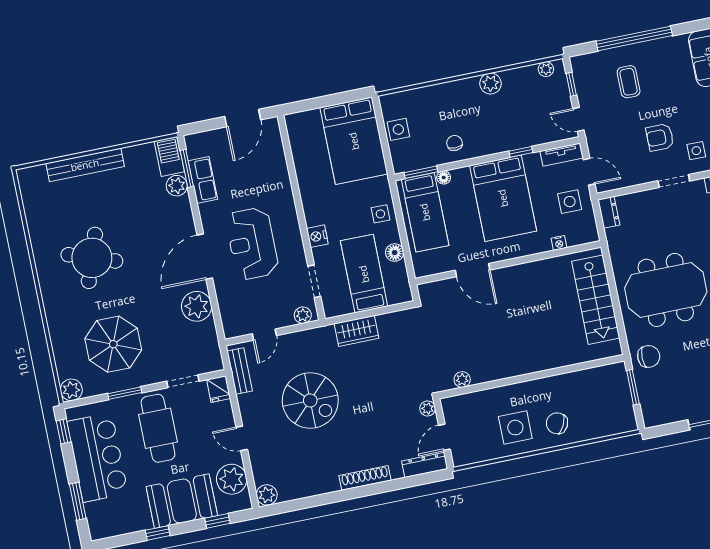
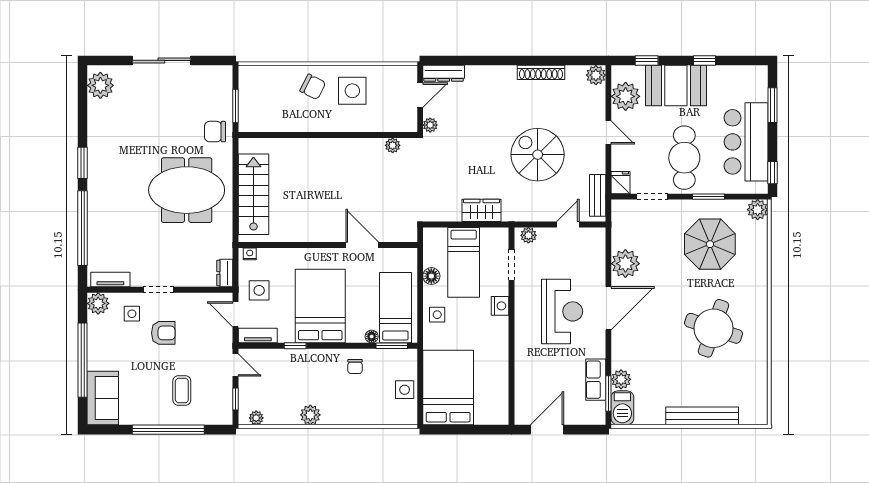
nightstand: (559, 243) -> (250, 254), moved
shoe rack: (365, 478) -> (541, 72), moved

